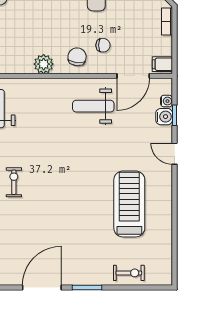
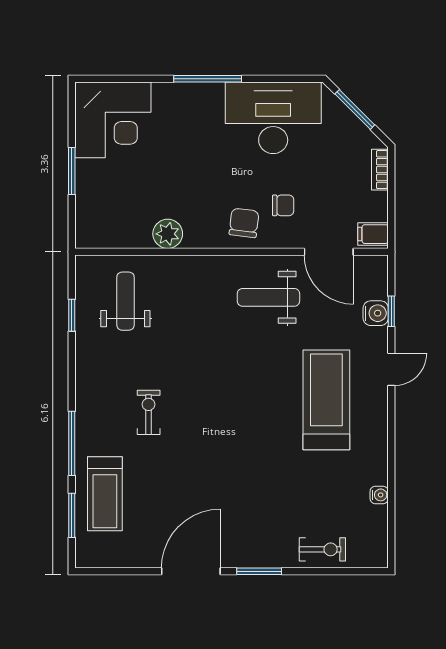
plant: (44, 64) -> (168, 234), moved
door: (133, 76) -> (329, 252), hinge flipped
water cooler: (167, 101) -> (379, 495), moved
door: (175, 154) -> (391, 369), swing flipped
treadmill: (129, 204) -> (326, 400), moved

